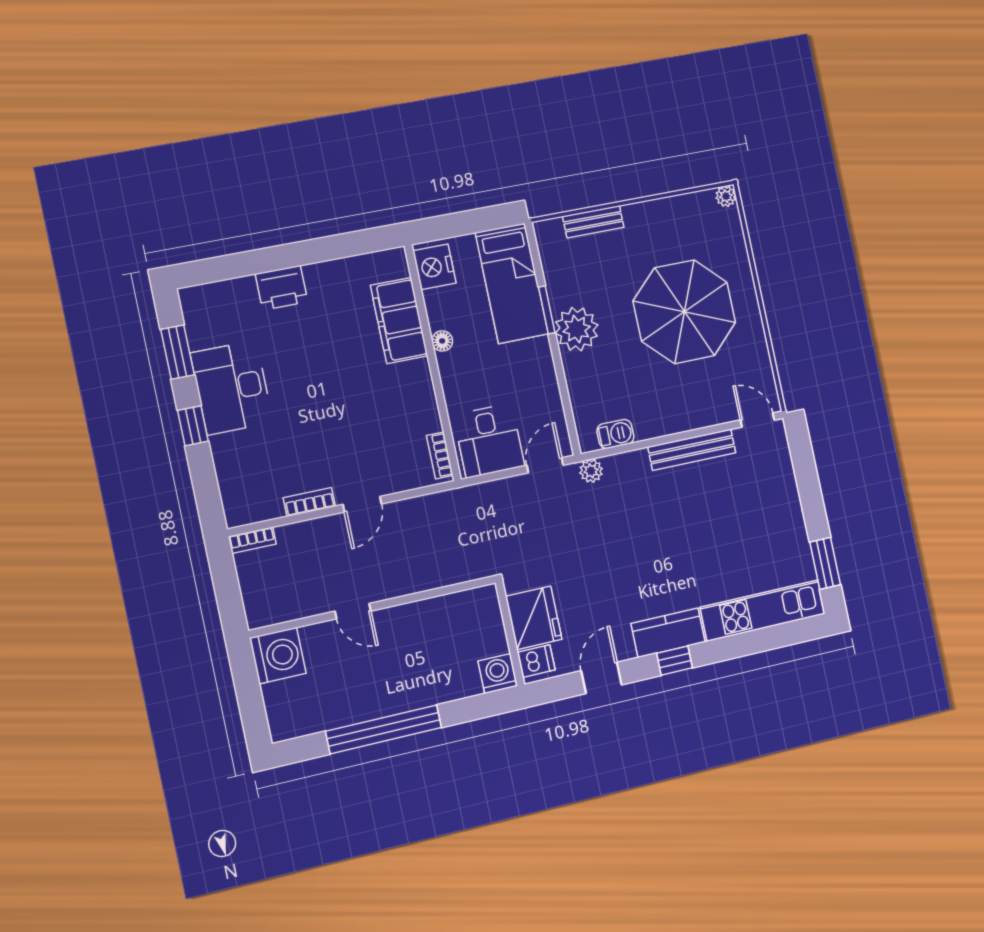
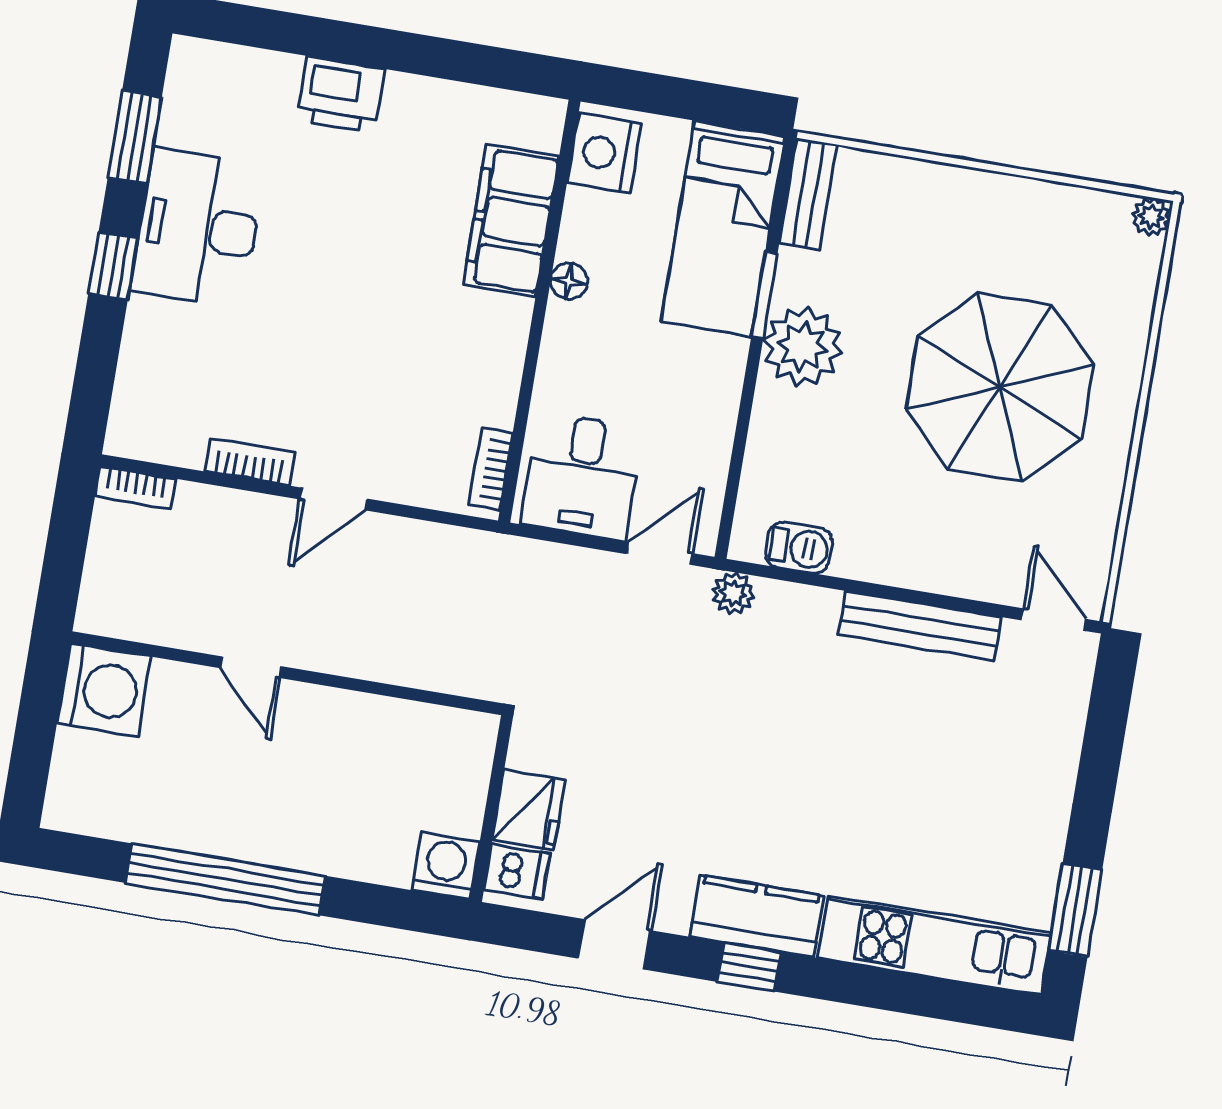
bench: (593, 222) -> (808, 194), moved, turned 90
fridge: (534, 618) -> (529, 810), width x0.73, depth x0.75

